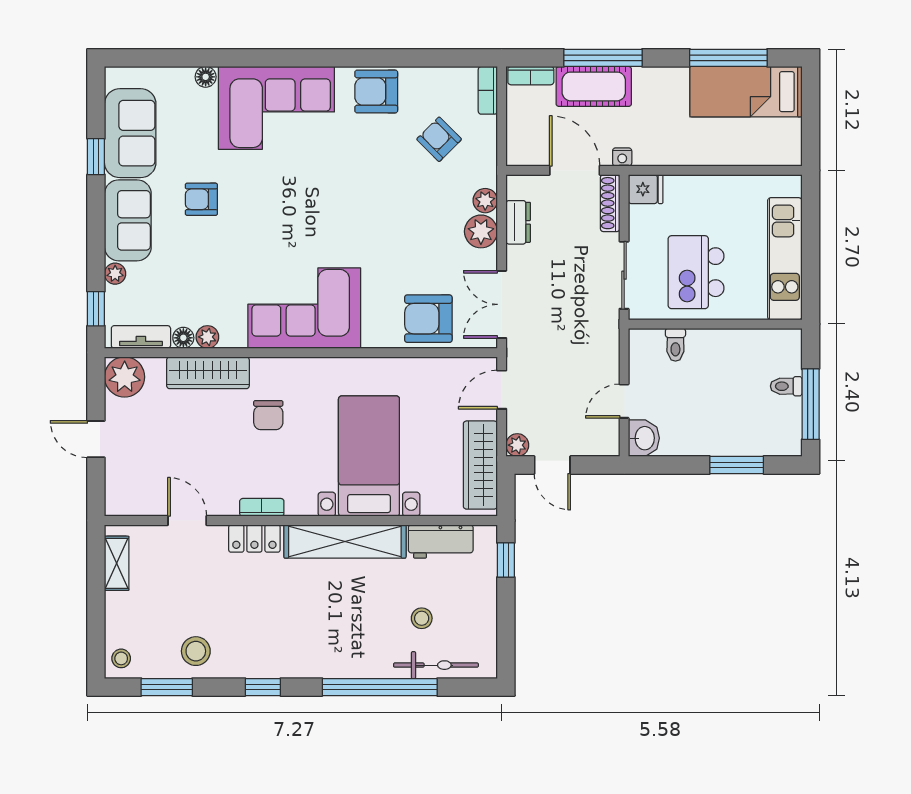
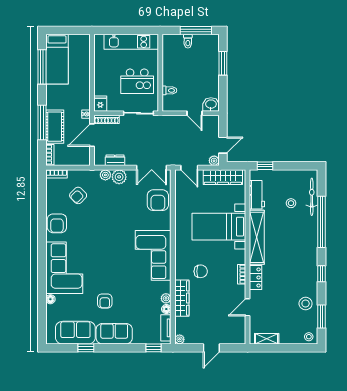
plant: (115, 274) -> (138, 339), removed
plant: (125, 377) -> (180, 339), width x0.53, depth x0.53

